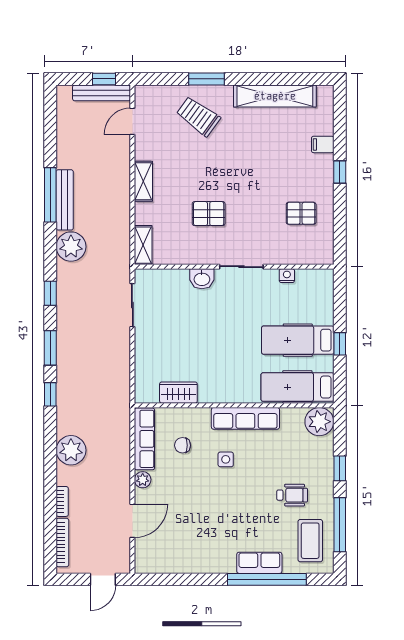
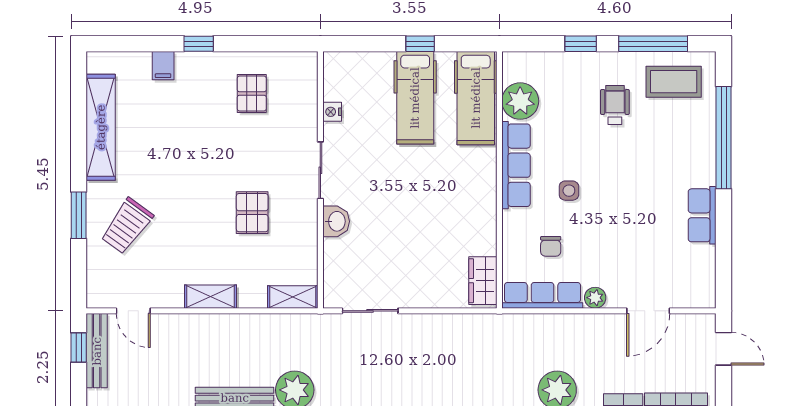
wardrobe: (178, 393) -> (483, 281), moved
plant: (319, 422) -> (520, 101), moved
door: (132, 521) -> (648, 311), swing flipped
row of seats: (259, 563) -> (702, 215), moved

